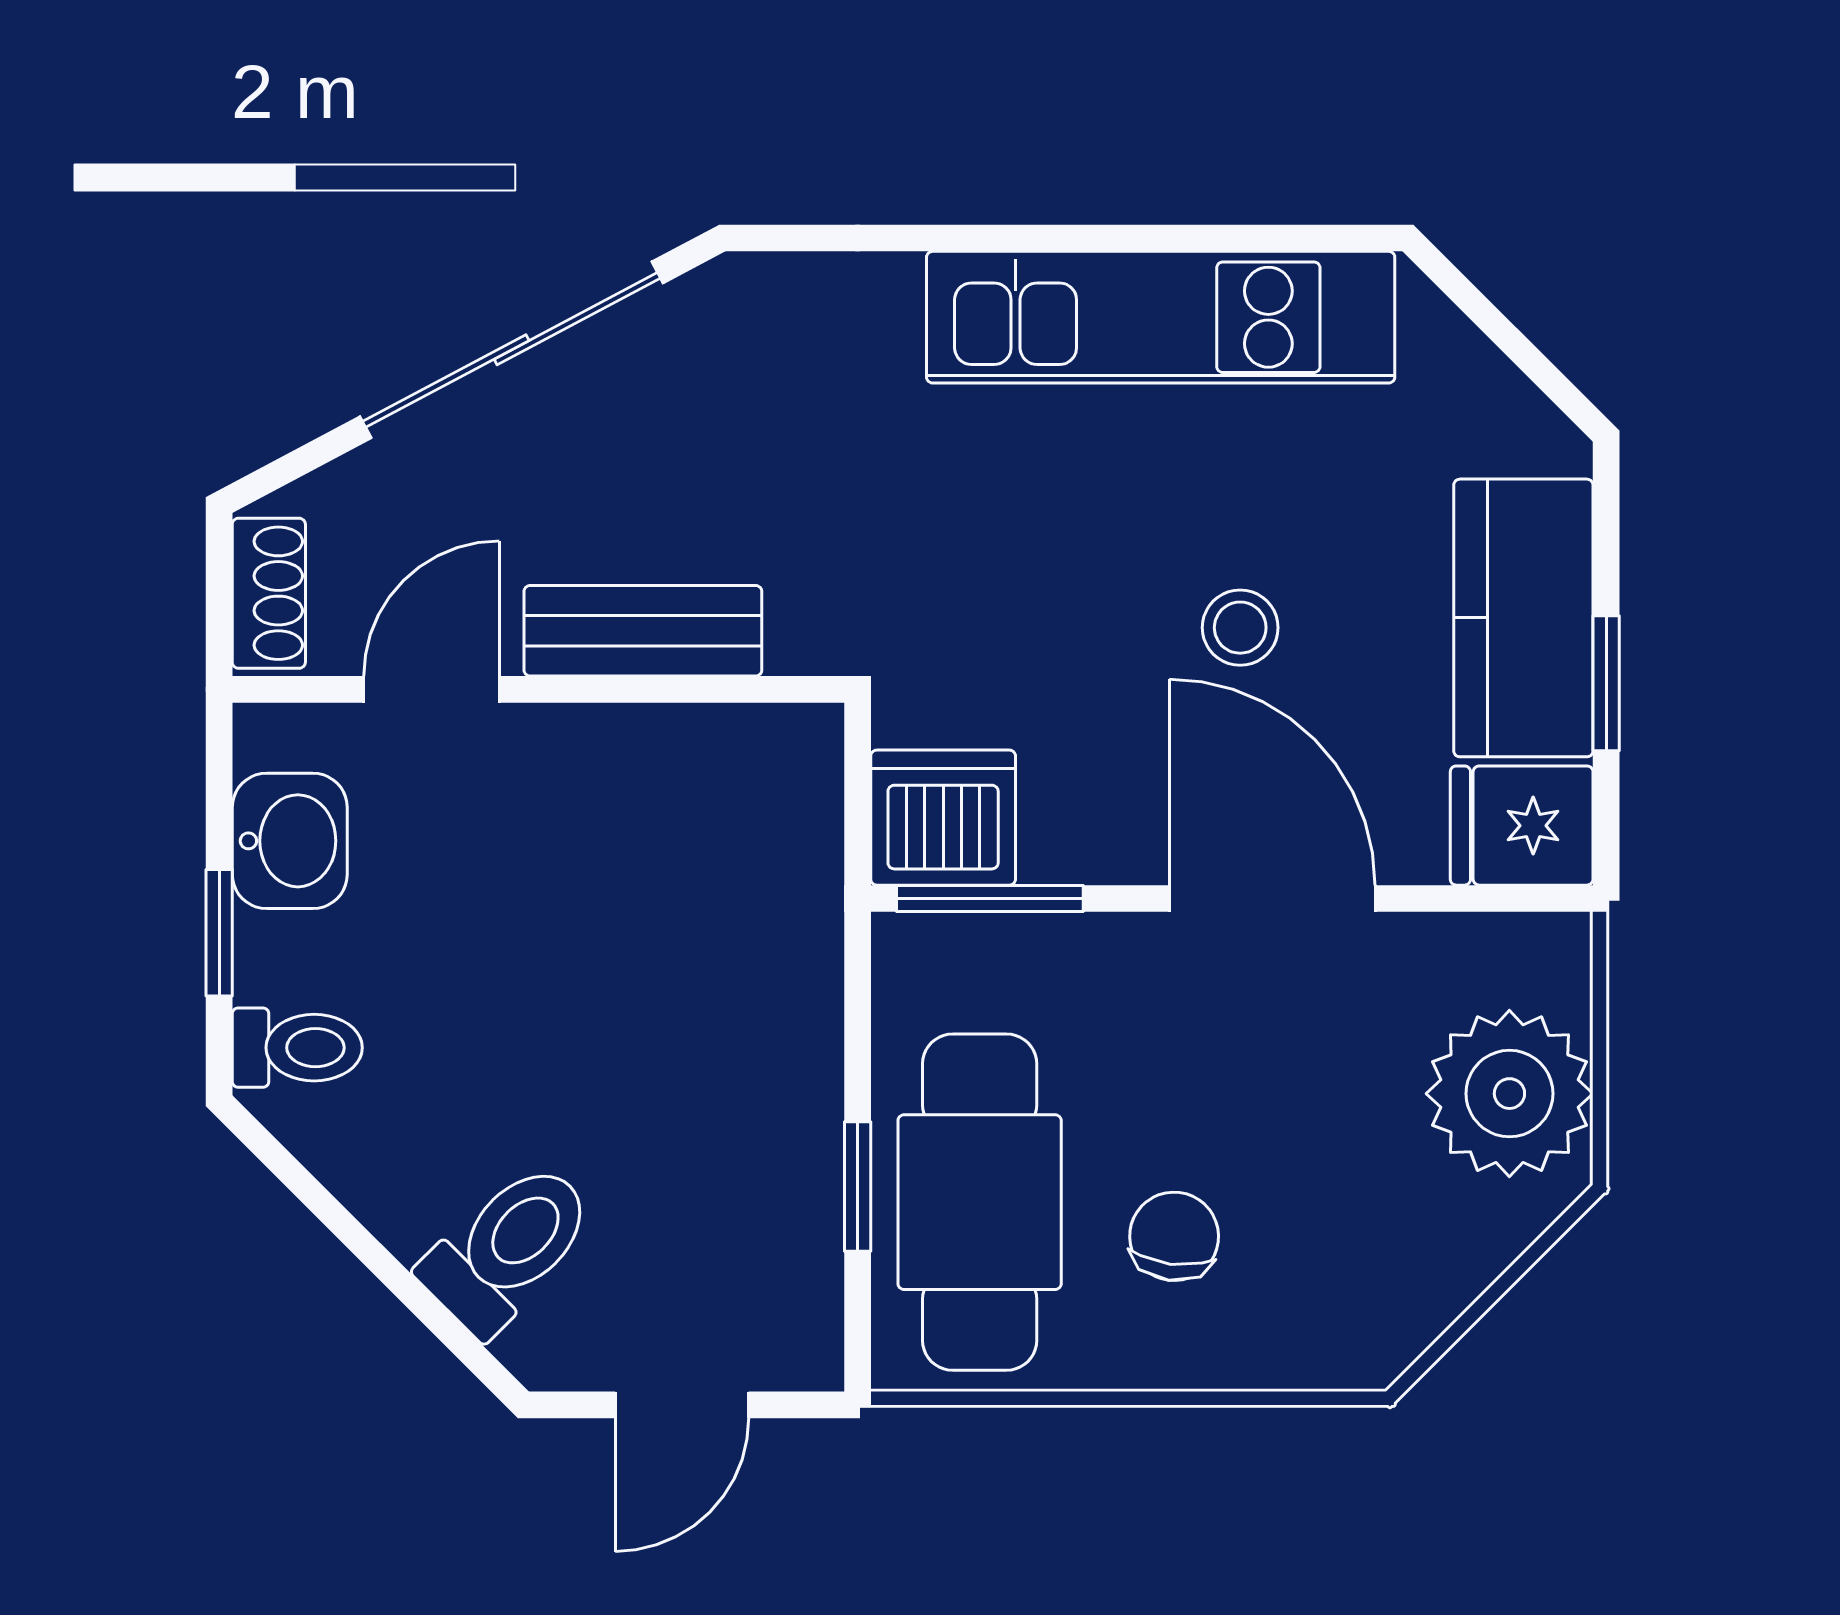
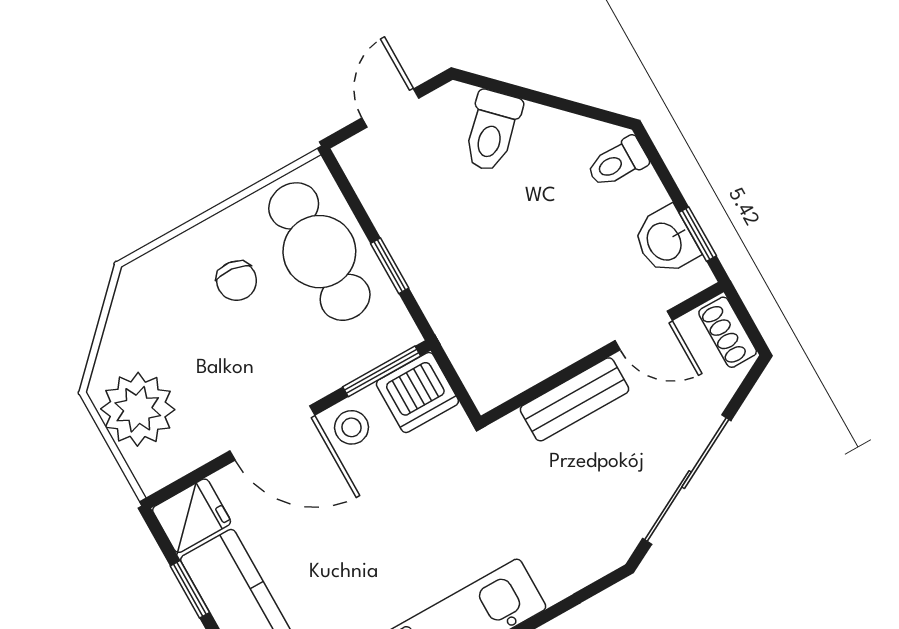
stool: (1240, 628) -> (352, 427), moved
door: (432, 689) -> (644, 331), hinge flipped
window: (219, 933) -> (698, 234), moved
window: (858, 1187) -> (390, 266), moved

